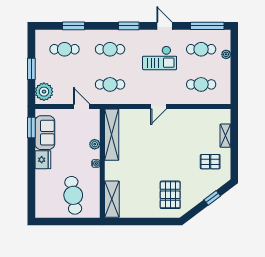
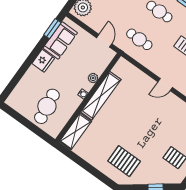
shelving: (112, 135) -> (101, 96), moved
pallet: (170, 195) -> (124, 161), turned 90

